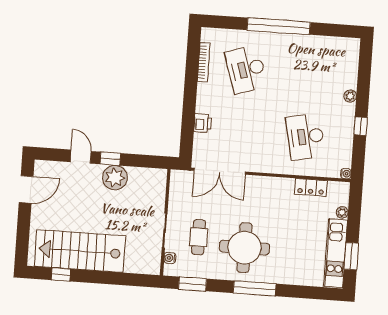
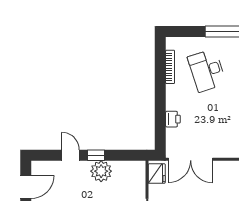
fridge: (179, 185) -> (157, 174), added

